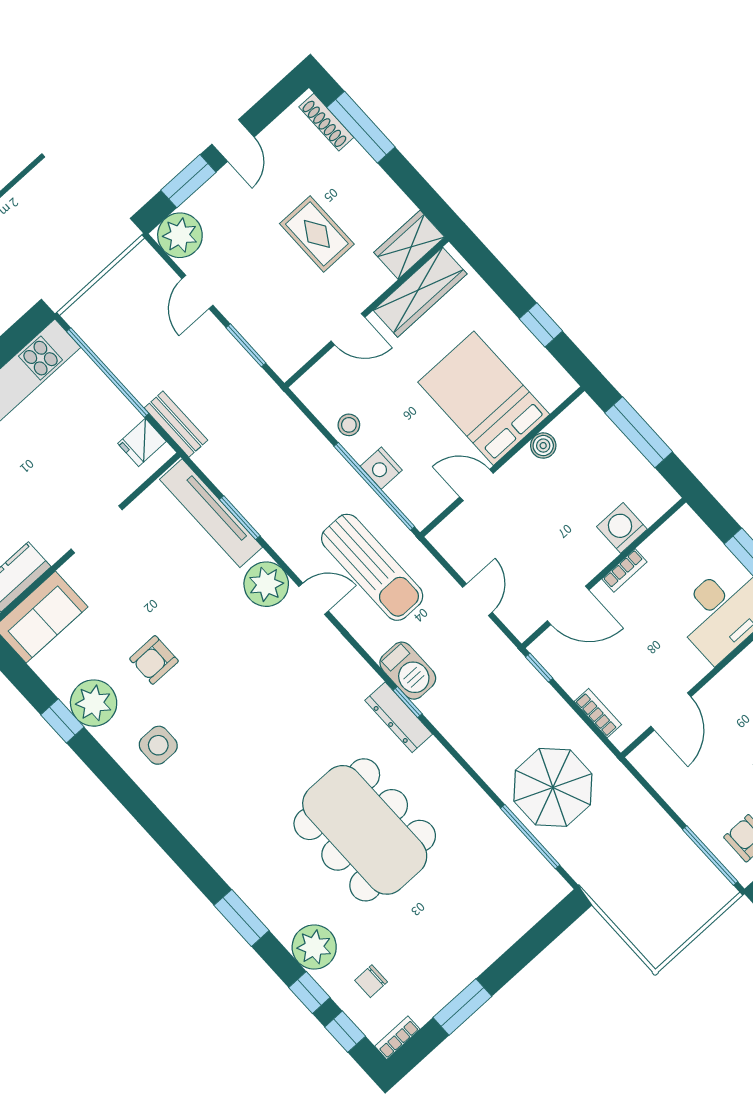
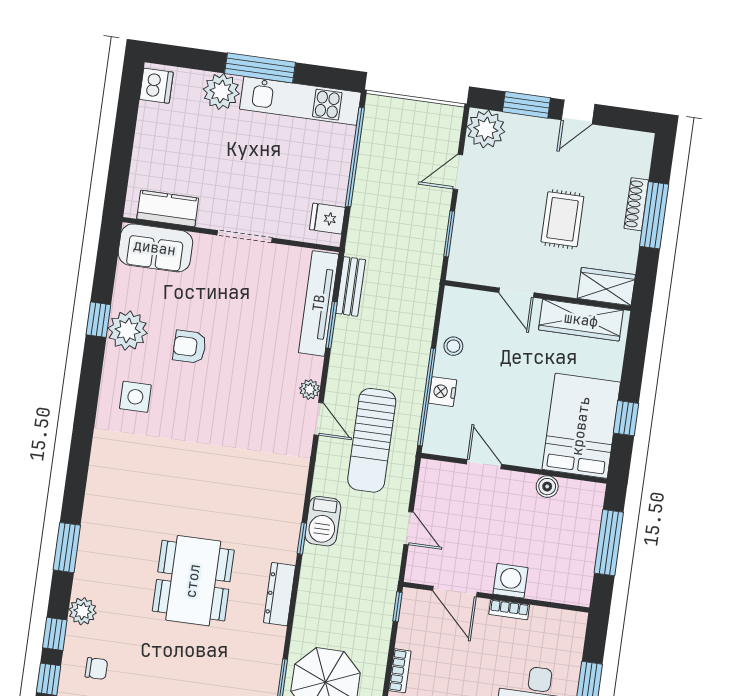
shoe rack: (326, 122) -> (636, 204), moved
window: (361, 127) -> (654, 215), moved
bed: (484, 398) -> (581, 426), moved
bench: (176, 424) -> (351, 286), moved
washing machine: (622, 528) -> (510, 581), moved
plant: (266, 584) -> (310, 389), width x0.53, depth x0.53
door: (477, 600) -> (408, 528), hinge flipped
dresser: (399, 717) -> (279, 594), moved
dining table: (365, 830) -> (193, 581), width x0.73, depth x0.80
plant: (314, 947) -> (83, 611), width x0.73, depth x0.73
chair: (371, 981) -> (96, 669), turned 180

